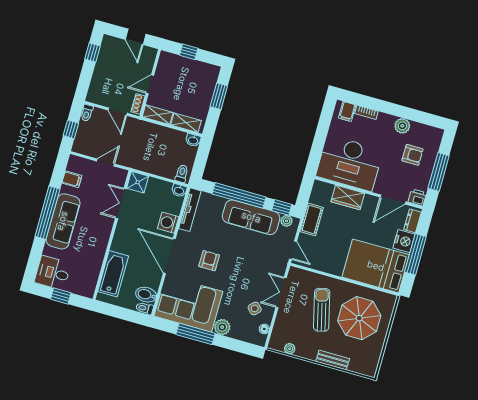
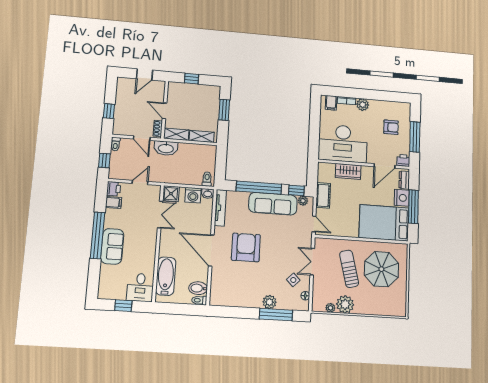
door: (136, 37) -> (145, 74), hinge flipped
window: (93, 52) -> (109, 111), moved
door: (150, 84) -> (165, 111), hinge flipped
plant: (402, 126) -> (363, 105), moved
washbasin: (193, 140) -> (166, 148), moved, width x1.91, depth x1.45
printer: (75, 164) -> (114, 189), added
double door: (121, 204) -> (160, 215), swing flipped
sofa: (63, 221) -> (112, 246), width x0.73
washing machine: (168, 223) -> (193, 195), moved, turned -90
armchair: (209, 261) -> (246, 247), width x1.88, depth x1.88
desk: (53, 273) -> (140, 287), moved, turned -90
corner sofa: (188, 304) -> (236, 288), removed
window: (196, 334) -> (276, 315), moved
plant: (307, 348) -> (345, 304), added
bench: (333, 360) -> (368, 310), removed

